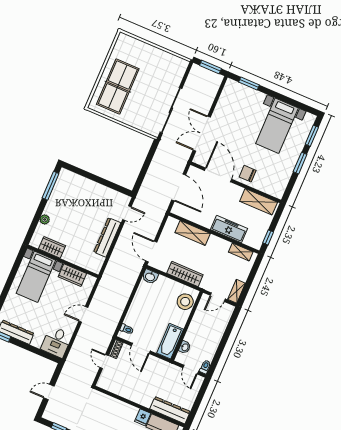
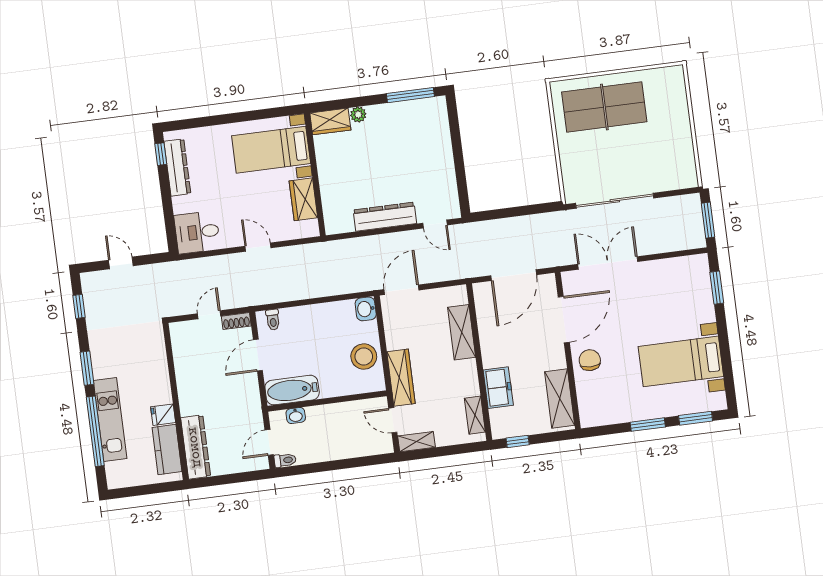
freezer: (229, 229) -> (498, 388), width x0.71
wardrobe: (52, 247) -> (330, 121), moved, turned 90
wardrobe: (185, 274) -> (401, 378), moved
stool: (185, 302) -> (364, 357), moved

